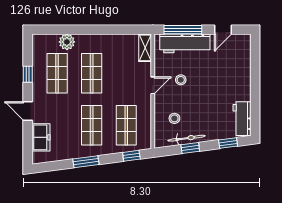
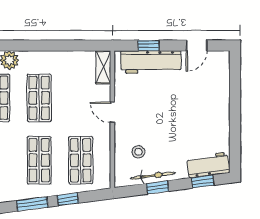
window: (183, 30) -> (149, 46), width x0.46
stool: (181, 80) -> (146, 106), removed
door: (153, 85) -> (112, 112), swing flipped
workbench: (242, 119) -> (208, 165), moved, turned 83
window: (131, 156) -> (68, 199), moved

